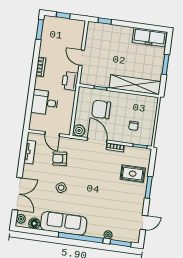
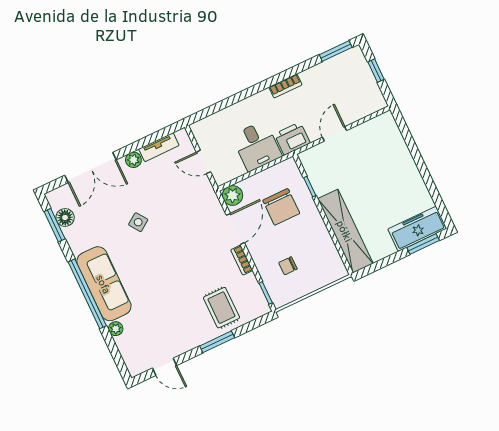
window: (105, 21) -> (405, 133), removed
freezer: (149, 37) -> (417, 229), moved, turned 90
window: (165, 64) -> (423, 244), moved
desk: (45, 103) -> (257, 146), moved, turned 180
chair: (101, 109) -> (281, 207), turned 180
door: (52, 134) -> (203, 162), hinge flipped
armchair: (60, 159) -> (177, 194), removed
plant: (21, 219) -> (133, 160), moved
sofa: (64, 223) -> (104, 284), moved
window: (121, 243) -> (55, 225), moved

